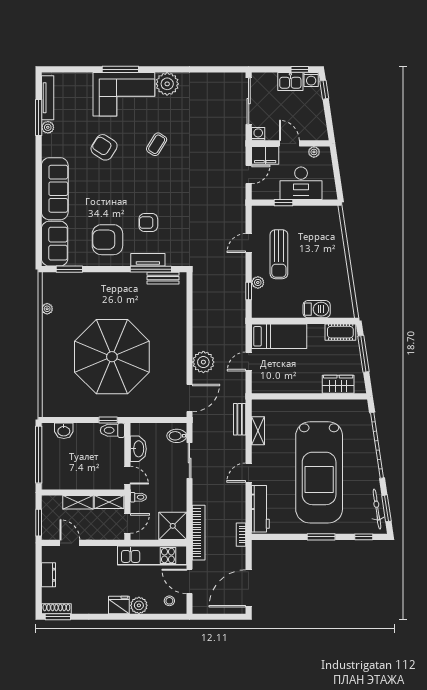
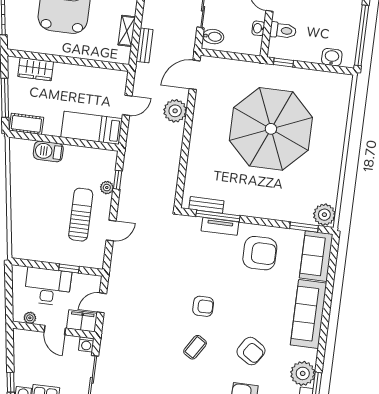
plant: (48, 127) -> (303, 373), width x1.88, depth x1.88
armchair: (148, 223) -> (203, 306), moved
plant: (47, 309) -> (324, 215), moved, width x1.87, depth x1.87
toilet: (112, 430) -> (283, 30), moved
washbasin: (138, 449) -> (258, 28), width x0.52, depth x0.69

